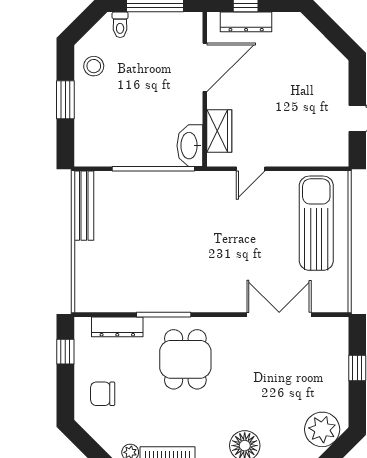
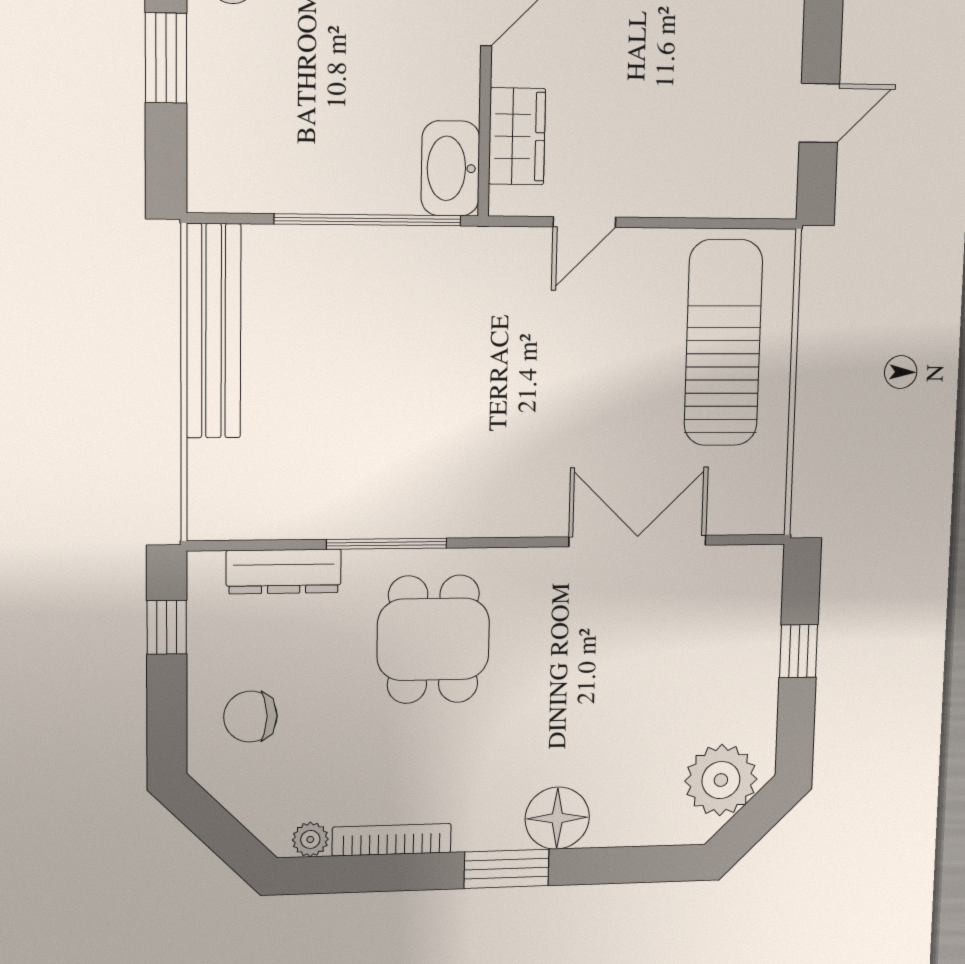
bench: (84, 206) -> (213, 331), width x1.37, depth x1.21

